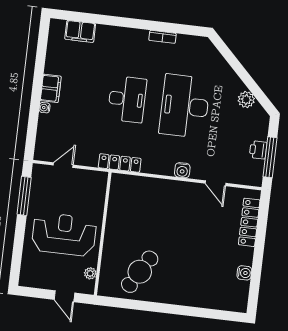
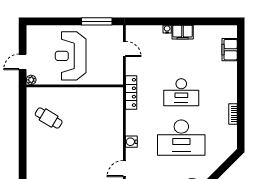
desk: (185, 106) -> (181, 138), turned 180
reception desk: (64, 234) -> (71, 56), turned 180
cafe table: (140, 272) -> (49, 118), width x0.73, depth x0.74
plant: (90, 273) -> (31, 80), moved

